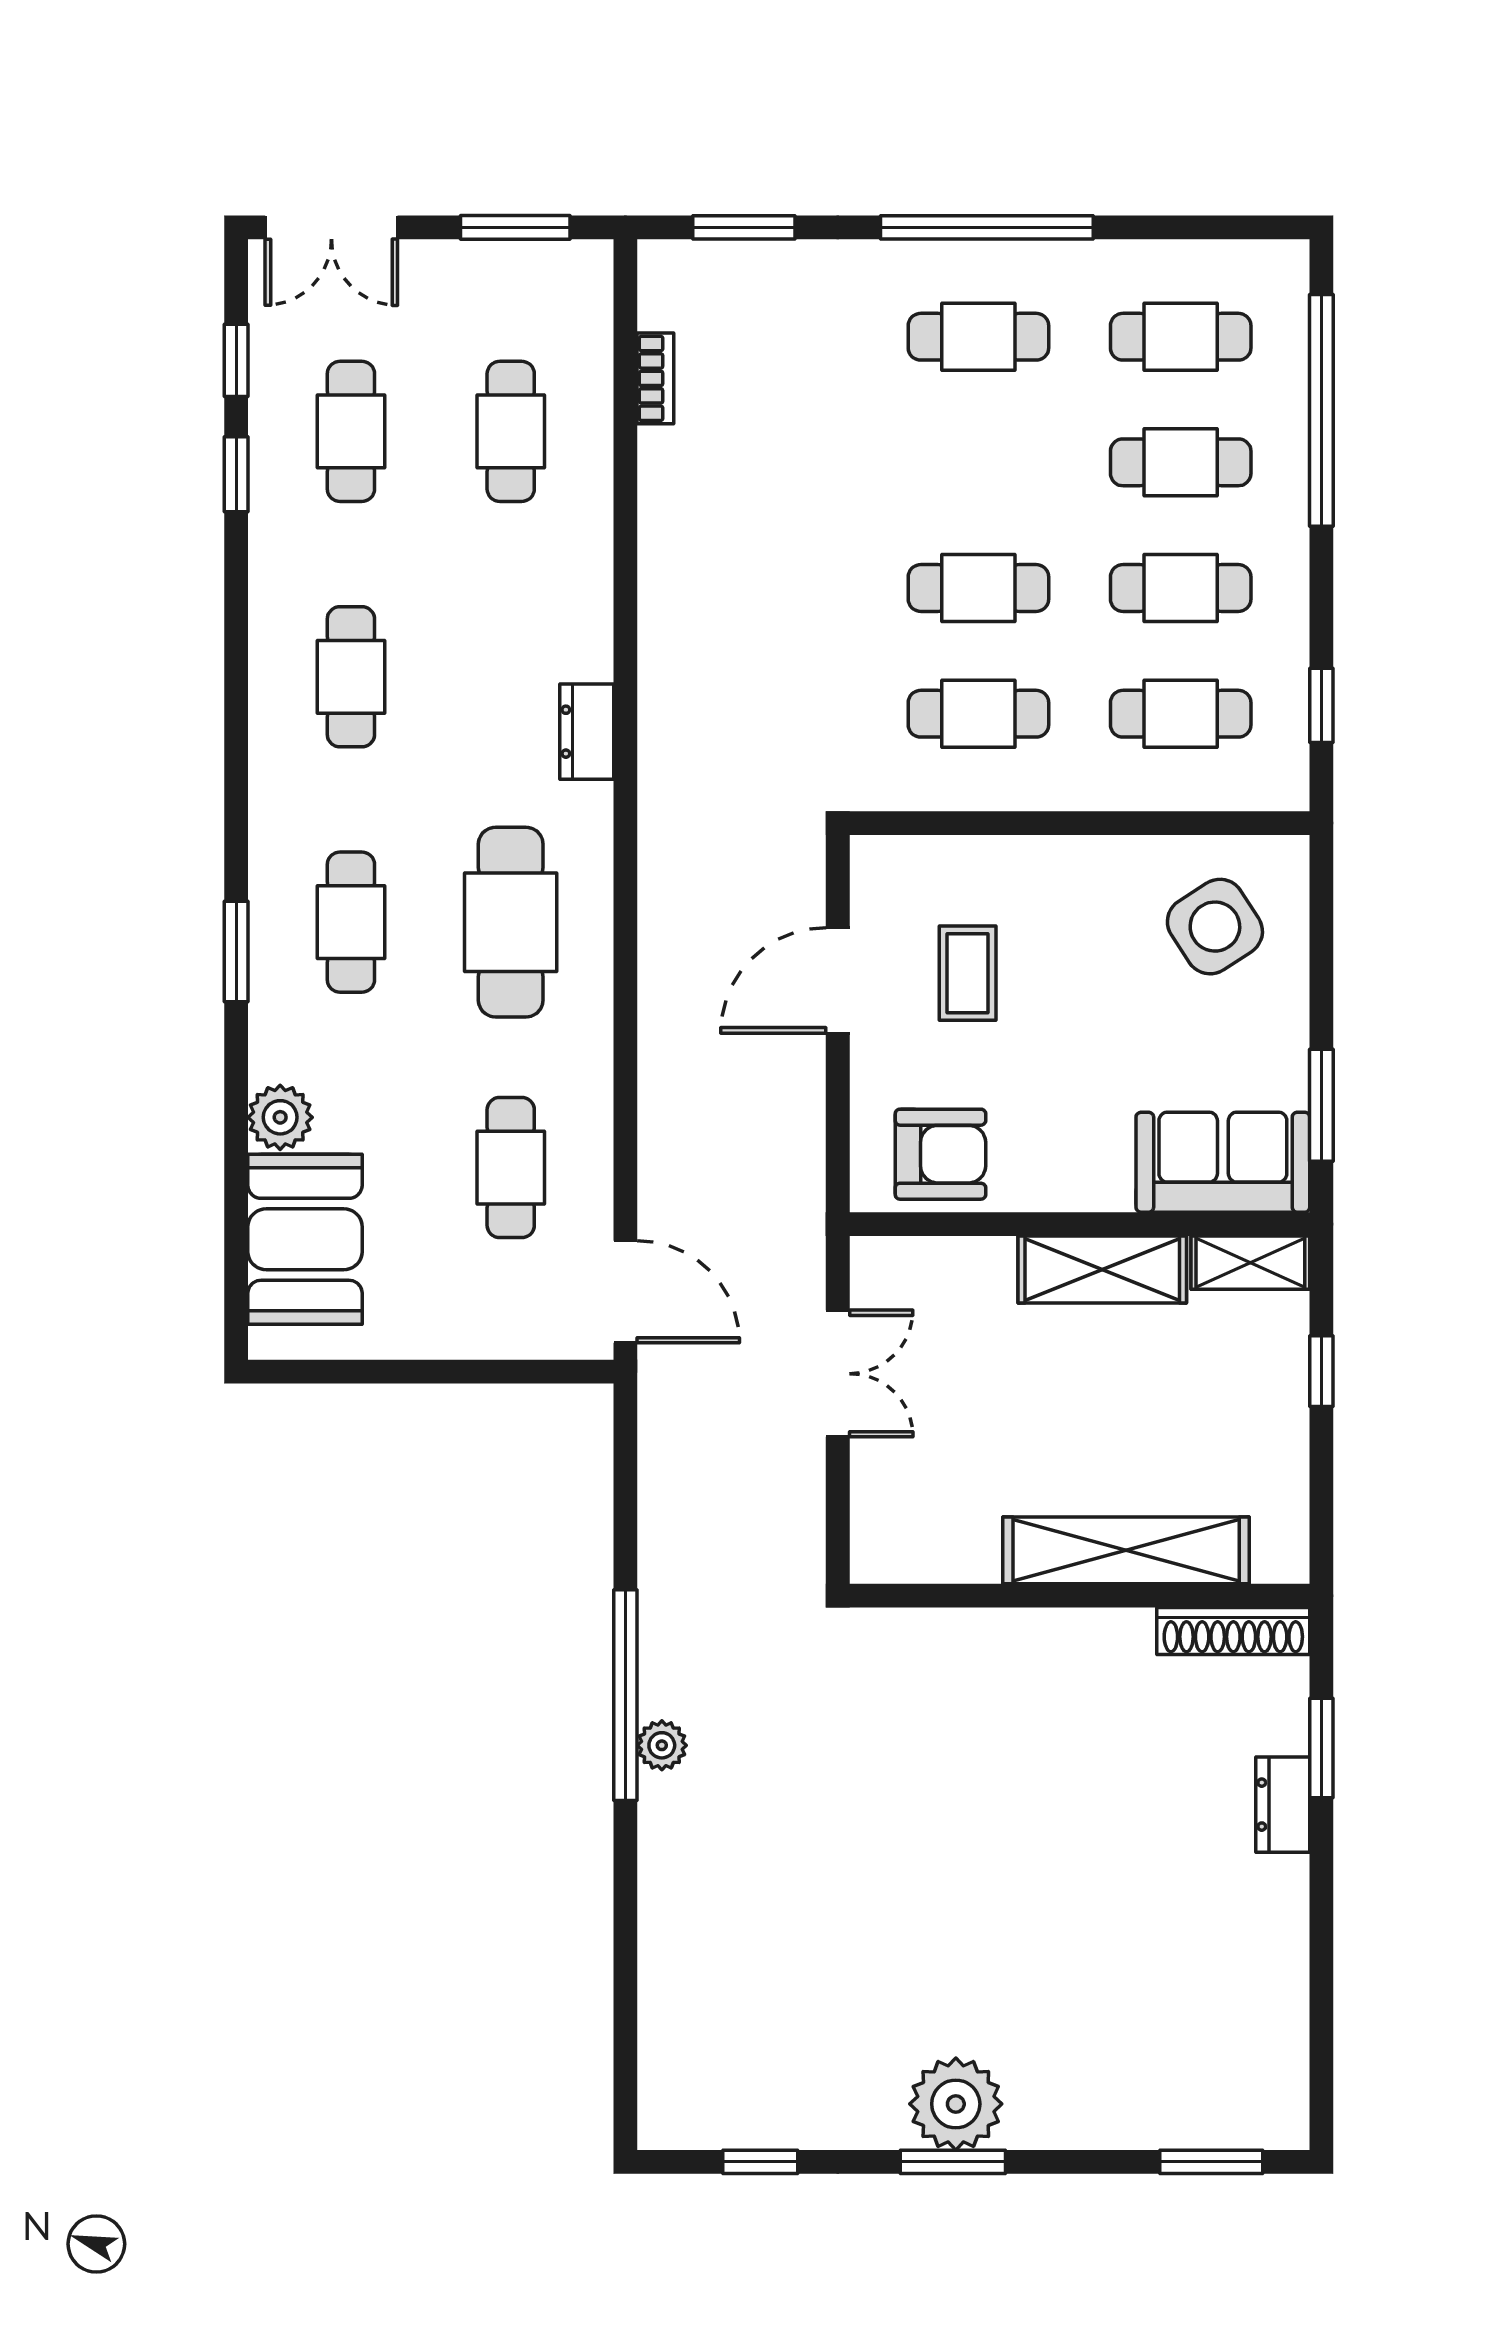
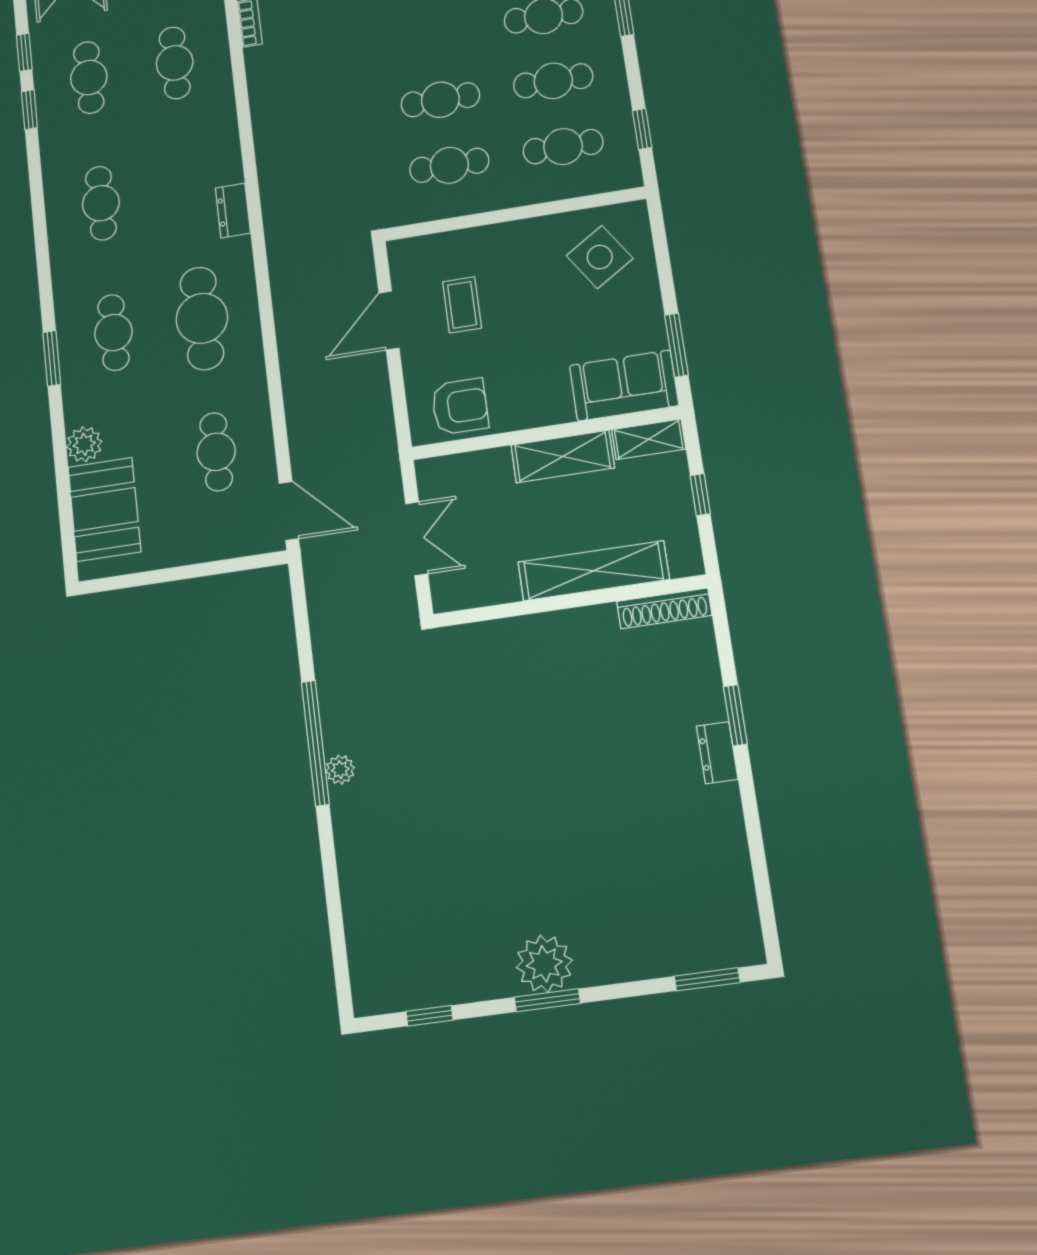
shelving: (1126, 1550) -> (593, 571), moved
wall: (1080, 1596) -> (570, 601), moved
shoe rack: (1233, 1631) -> (664, 608), moved

